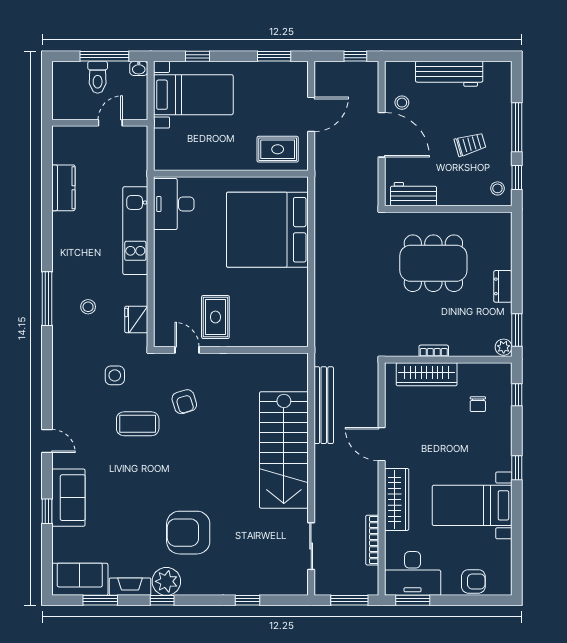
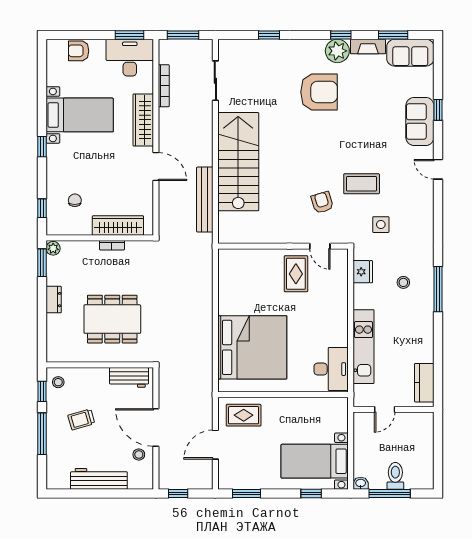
wall: (100, 123) -> (393, 409), moved
door: (110, 123) -> (385, 409), moved

